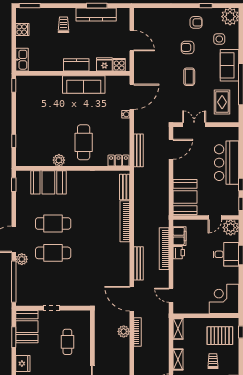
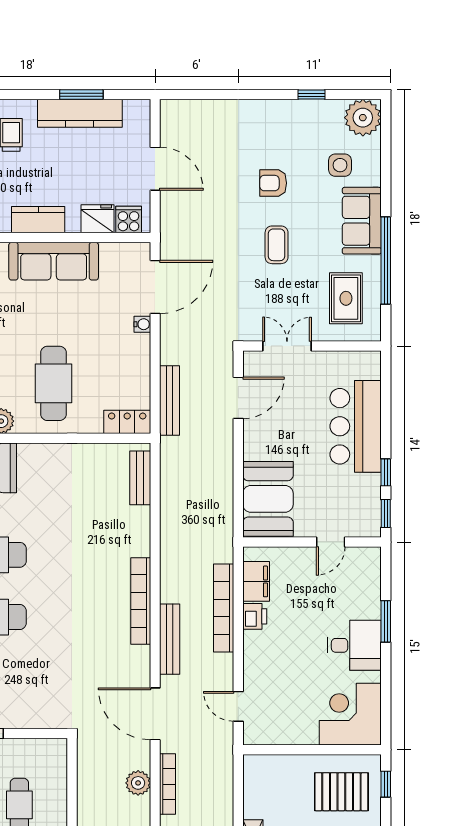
armchair: (196, 22) -> (291, 130), removed
bookcase: (125, 221) -> (141, 601), moved
plant: (231, 228) -> (364, 563), removed
desk: (226, 254) -> (354, 645), moved
shelving: (178, 329) -> (253, 777), removed

